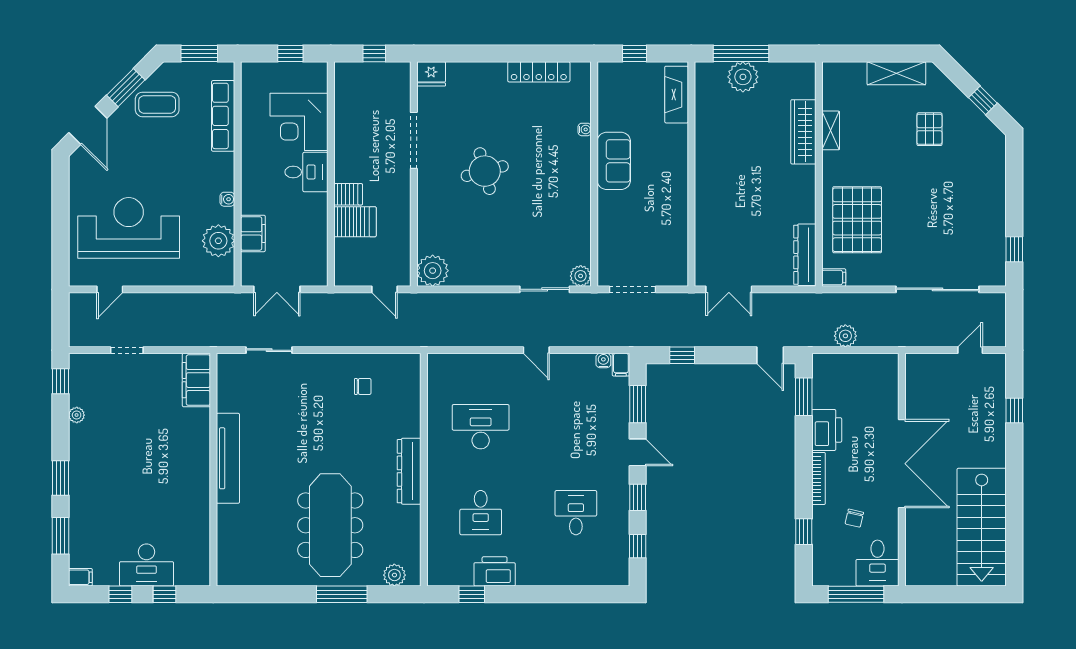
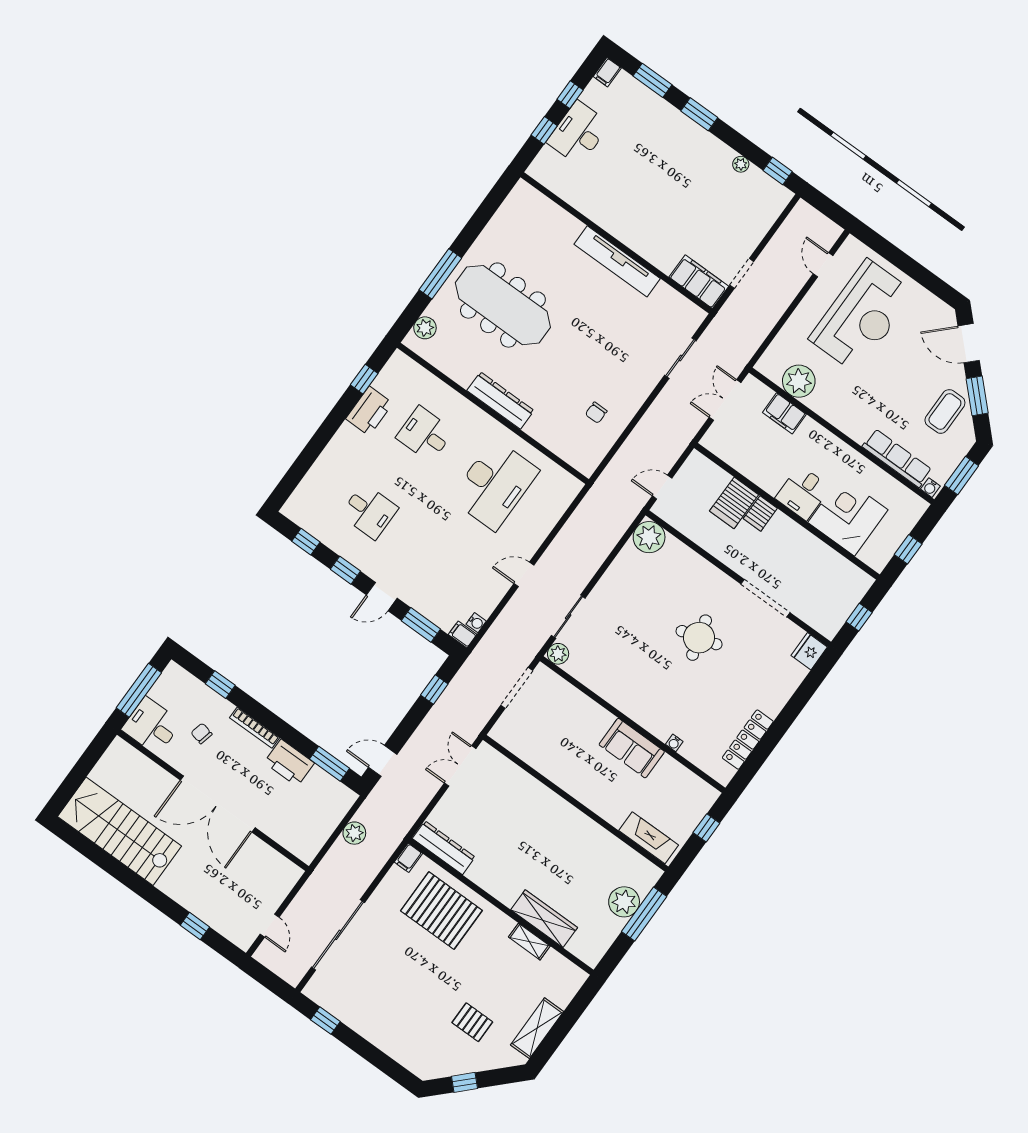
water cooler: (227, 199) -> (930, 488), moved
doorway: (127, 350) -> (742, 273), moved
desk: (481, 427) -> (495, 485), width x1.36, depth x1.30

